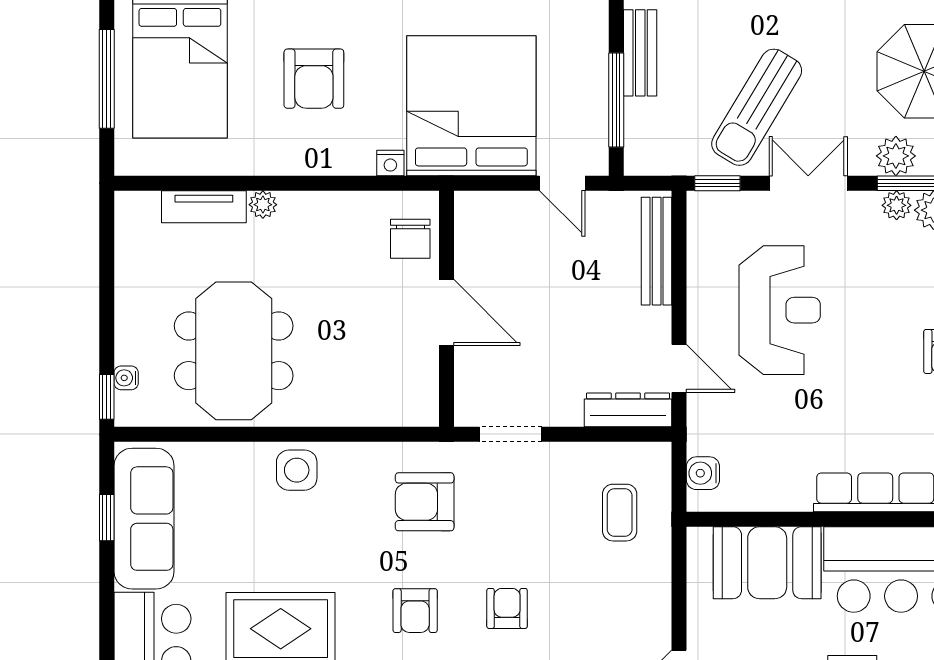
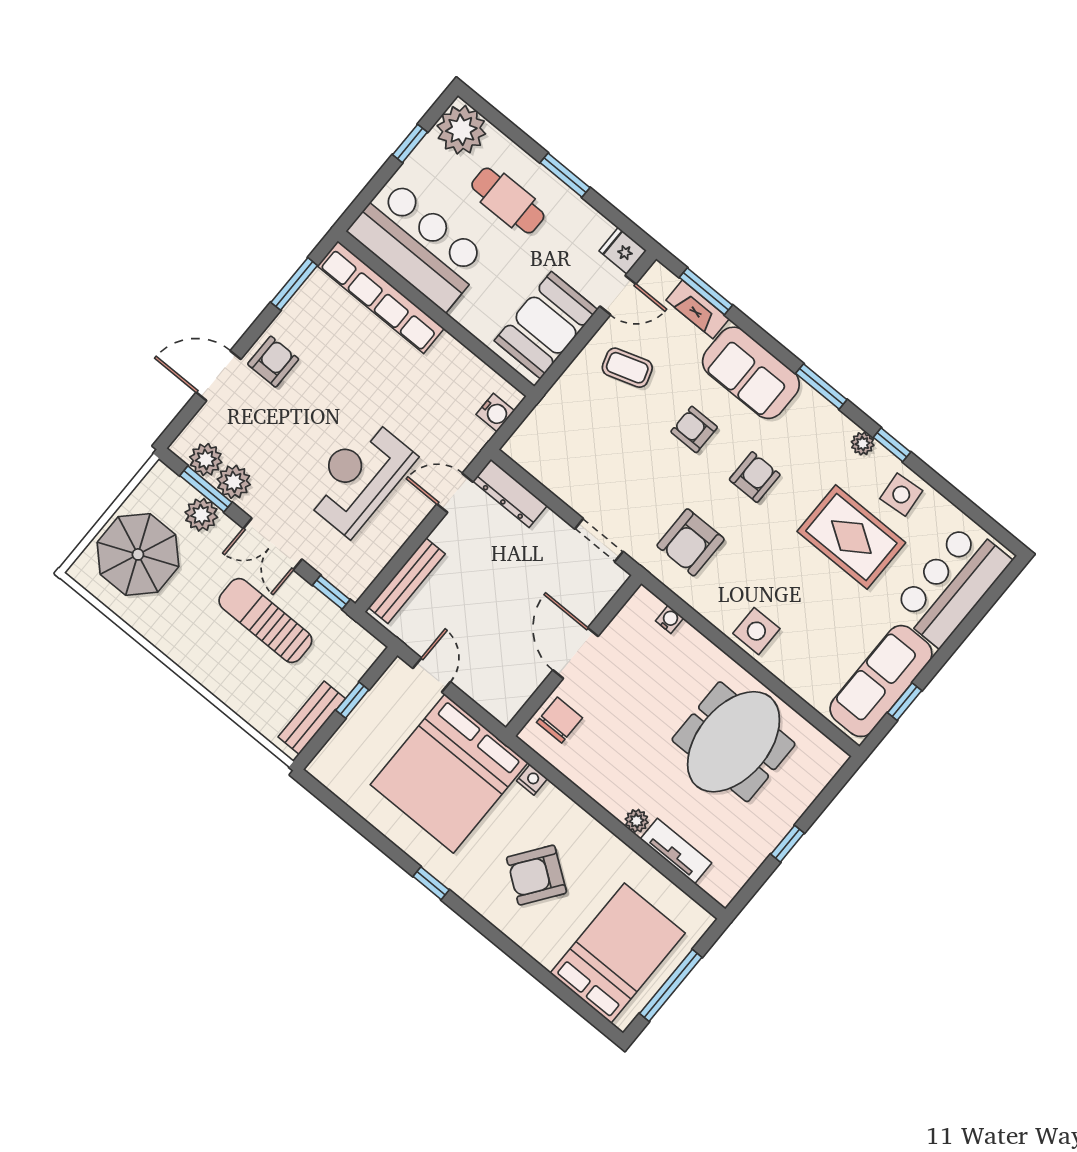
armchair: (314, 79) -> (536, 875), turned -144
window: (616, 100) -> (352, 700), width x0.46
sun lounger: (757, 107) -> (265, 621), turned -121
plant: (897, 205) -> (234, 482), width x1.38, depth x1.38
door: (679, 368) -> (455, 493), hinge flipped
water cooler: (126, 378) -> (669, 619), moved, turned -90
window: (107, 397) -> (788, 844), moved
armchair: (425, 502) -> (691, 542), turned 90
coffee table: (620, 513) -> (627, 368), moved, turned 72
booth: (767, 563) -> (546, 325), moved, turned 90
armchair: (507, 608) -> (694, 429), turned 90

